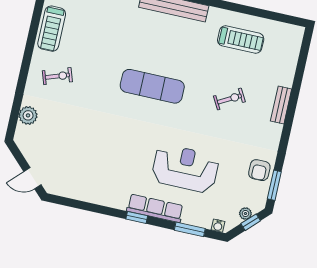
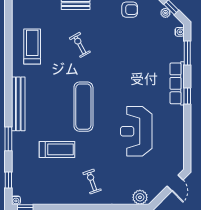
treadmill: (52, 29) -> (57, 149), moved
plant: (28, 115) -> (140, 197), moved
reception desk: (185, 168) -> (136, 131), moved

